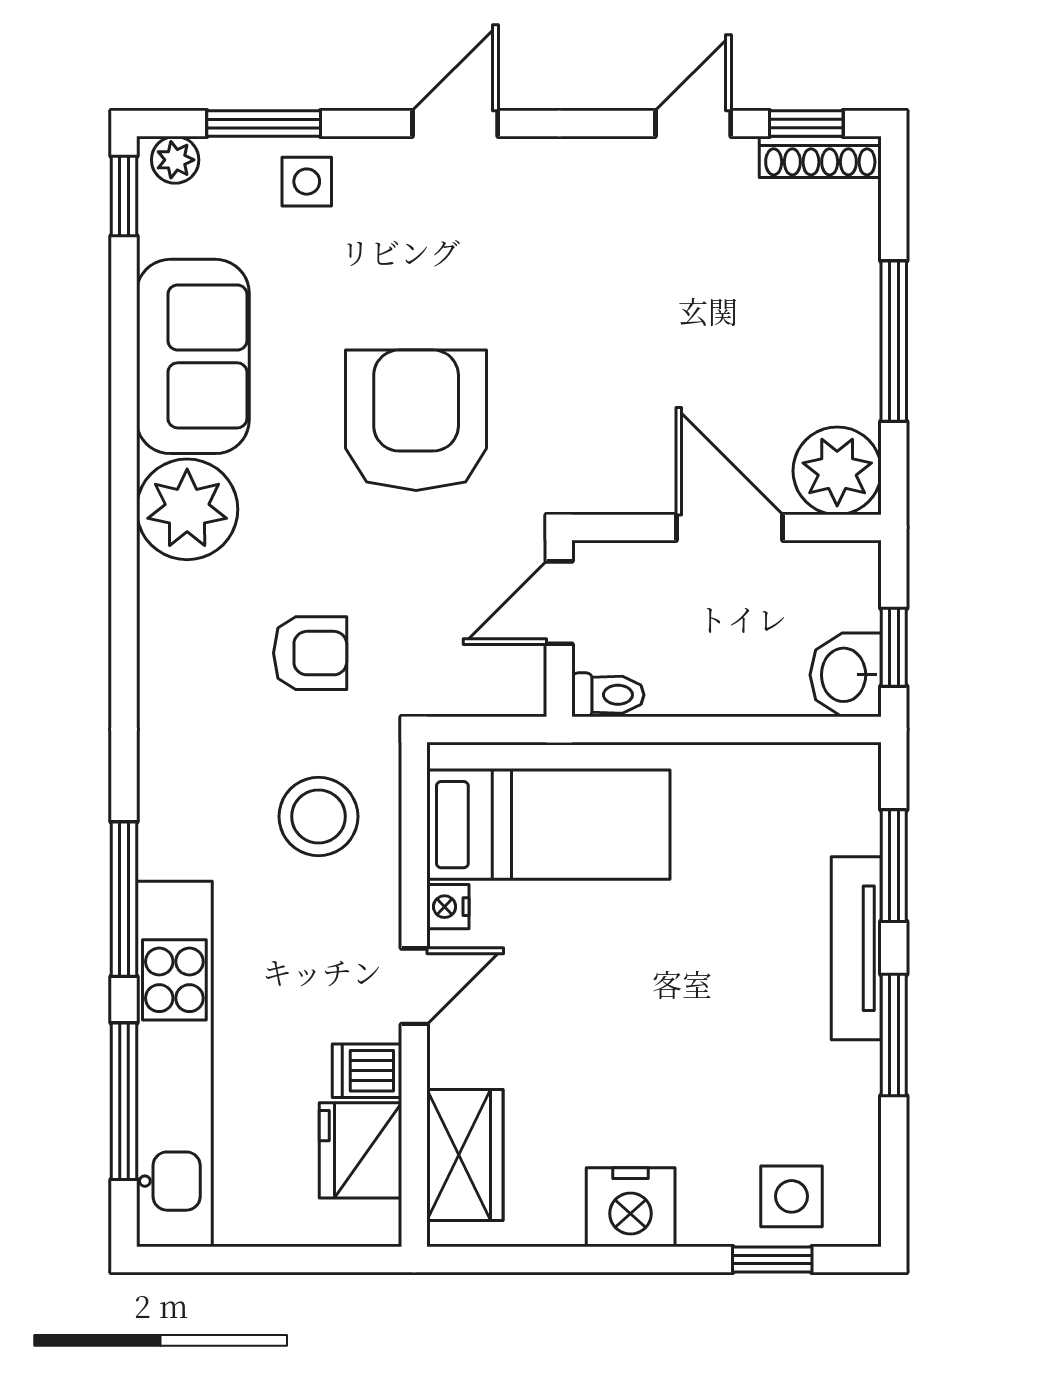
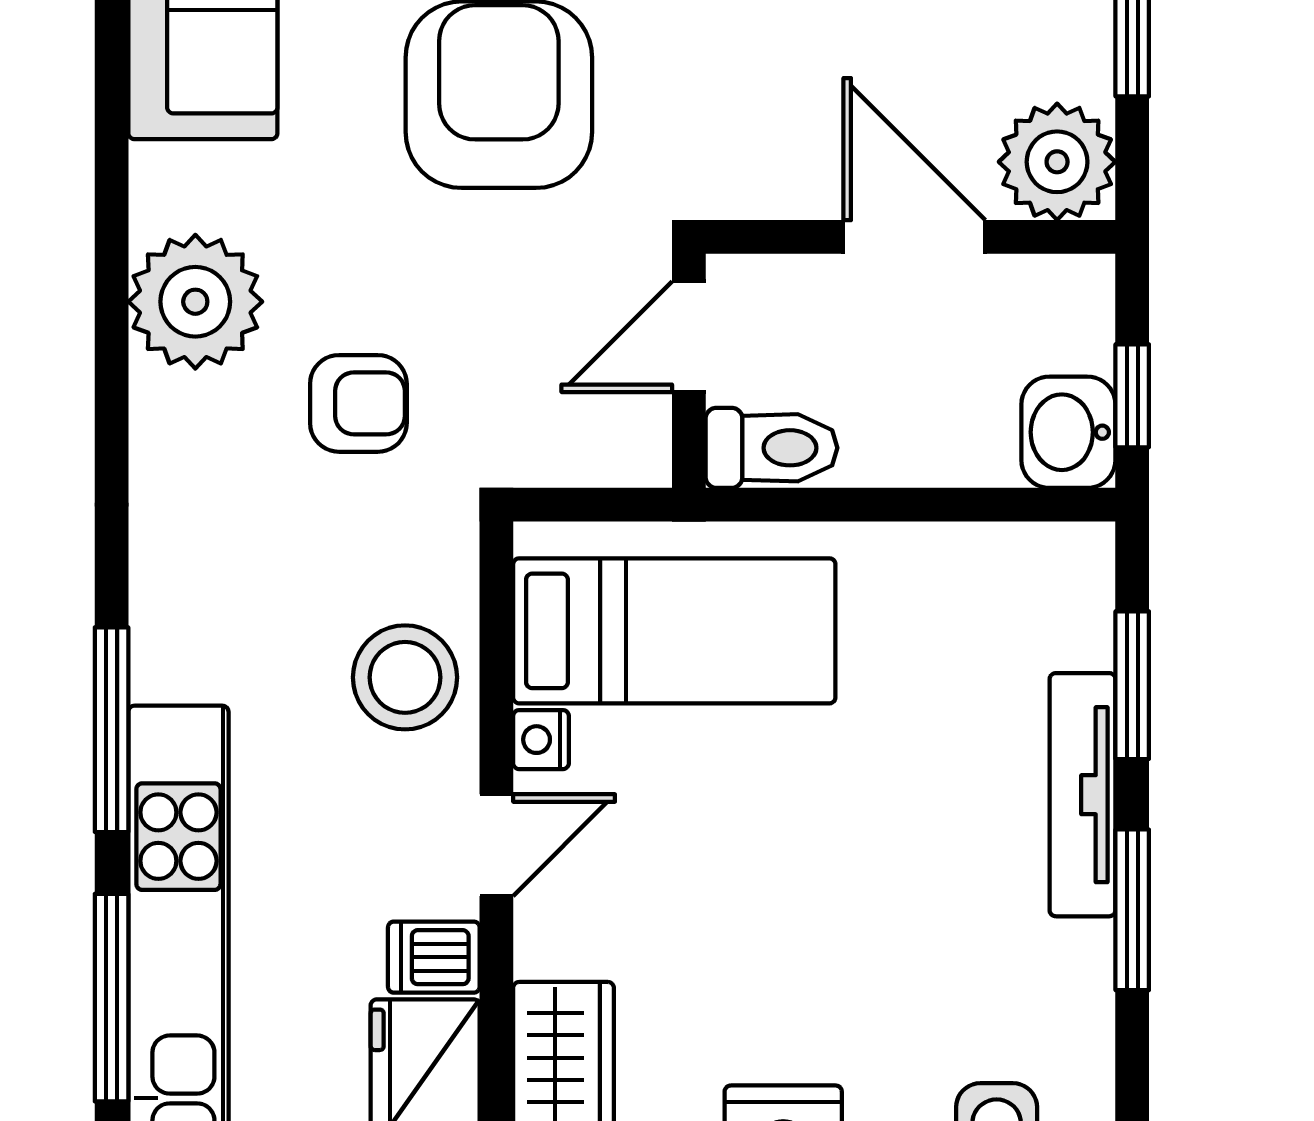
plant: (187, 509) -> (195, 302), moved
toilet: (608, 695) -> (771, 448), width x1.37, depth x1.39
stool: (318, 816) -> (405, 677), moved

